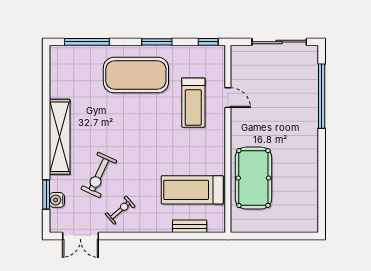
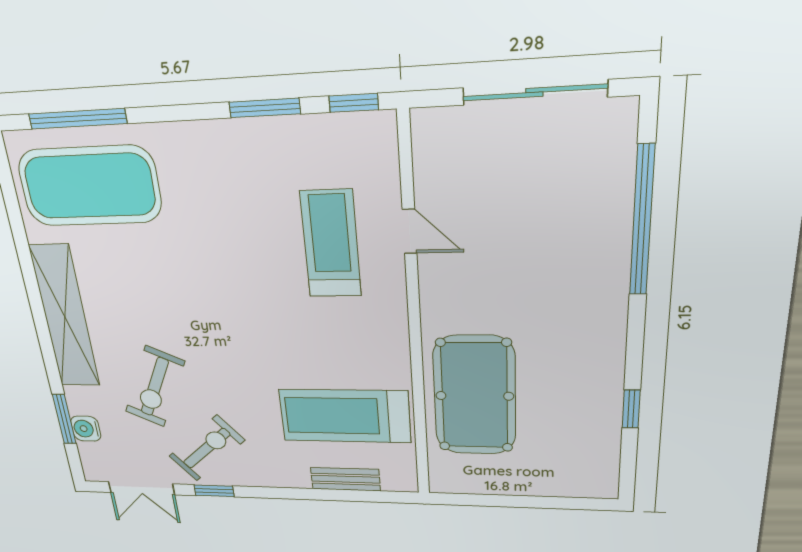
window: (157, 42) -> (265, 108), moved
exercise mat: (136, 75) -> (90, 186), moved
treadmill: (193, 103) -> (331, 244), turned 180
window: (322, 184) -> (631, 409), added
exercise bike: (120, 210) -> (207, 448), width x1.38, depth x1.39
window: (120, 236) -> (214, 491), added

